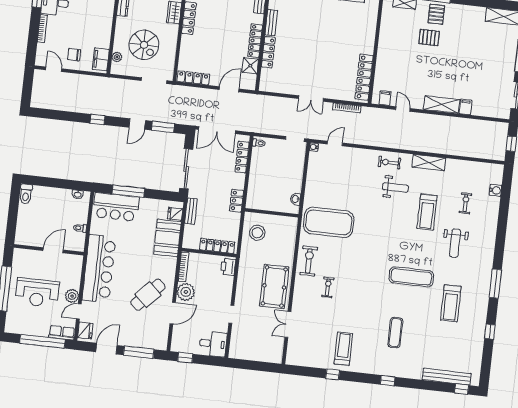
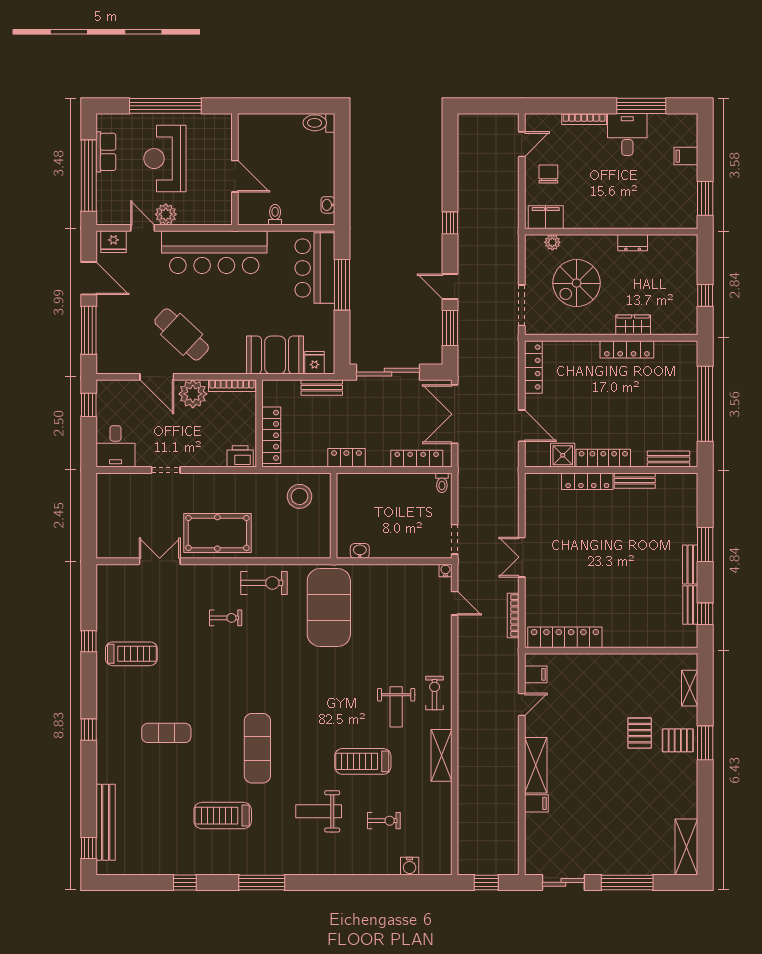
row of seats: (62, 333) -> (106, 152), moved

